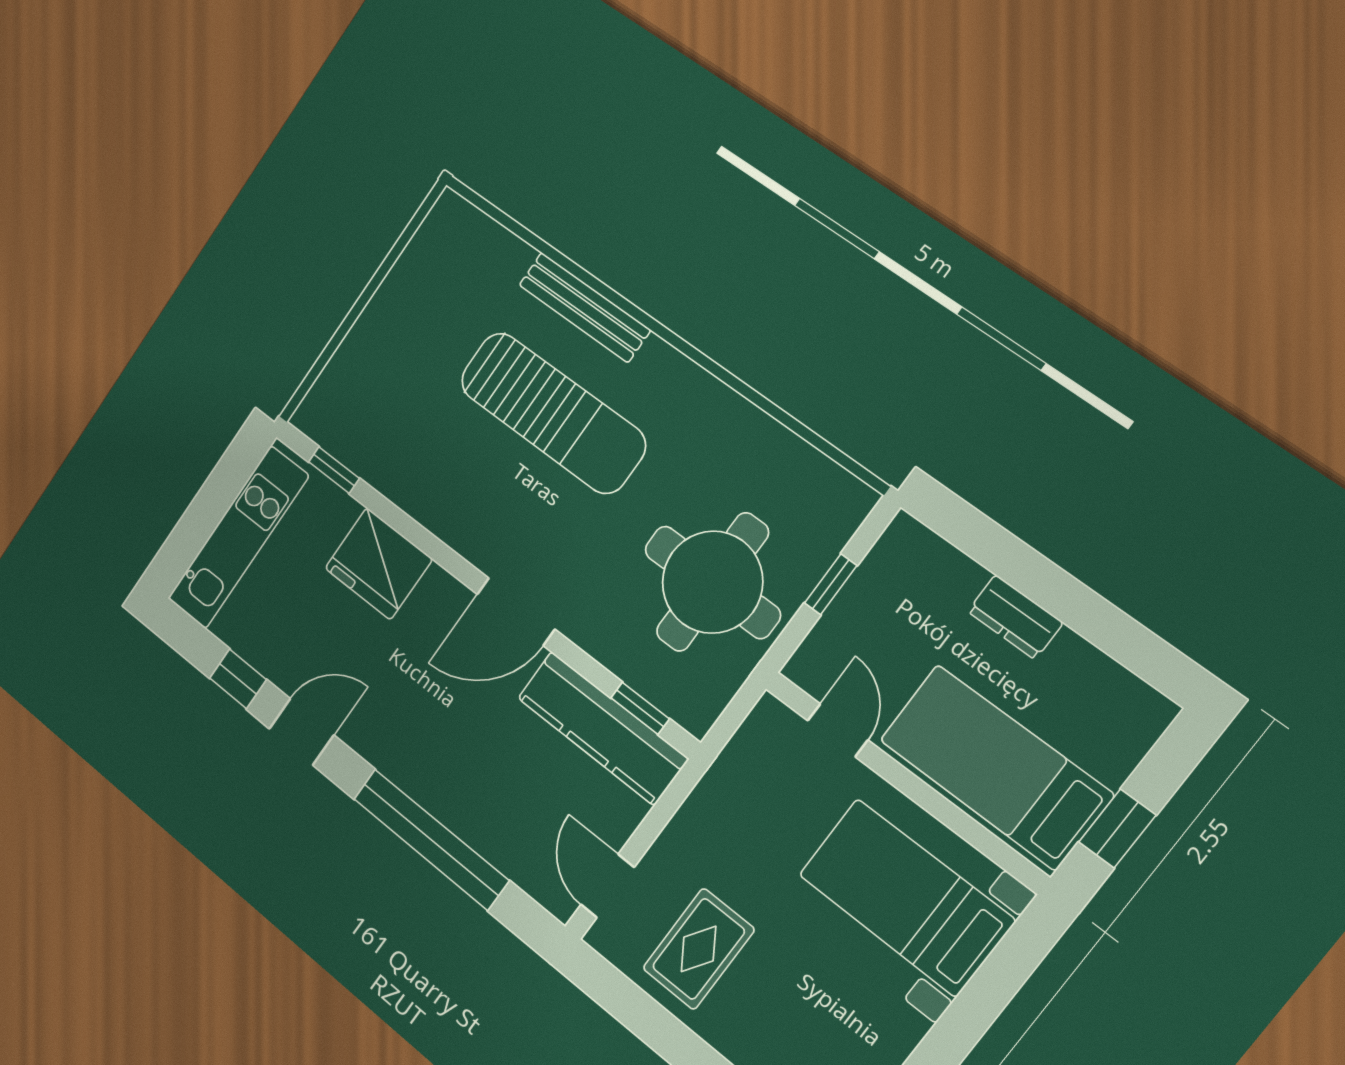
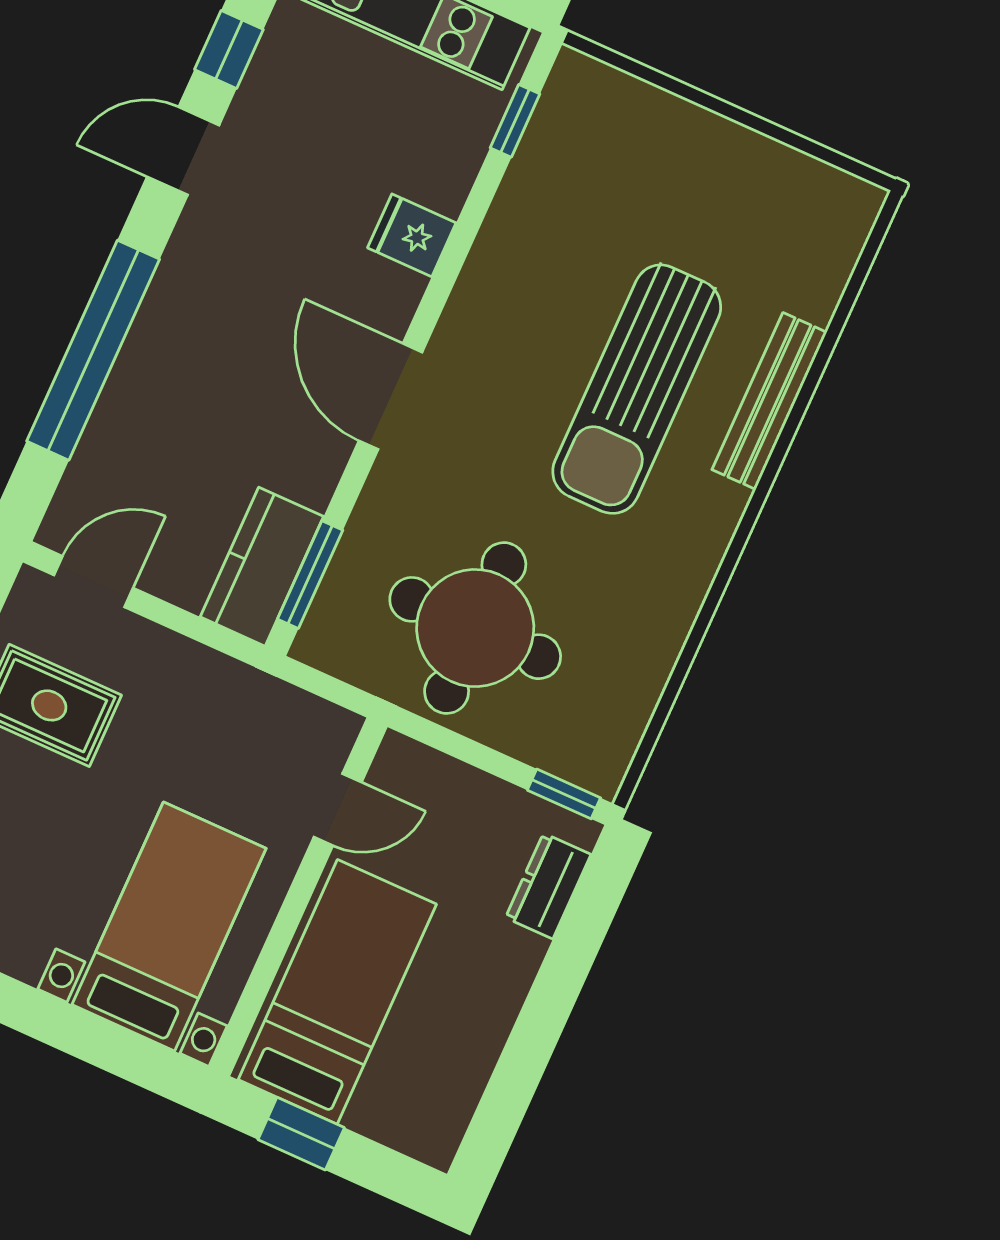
fridge: (379, 564) -> (412, 235), width x0.53, depth x0.75
window: (831, 584) -> (564, 794), moved
dresser: (1015, 617) -> (548, 886), moved
window: (640, 708) -> (310, 575), width x1.50
kitchen counter: (602, 728) -> (262, 567), width x0.67
door: (301, 732) -> (183, 151), swing flipped

